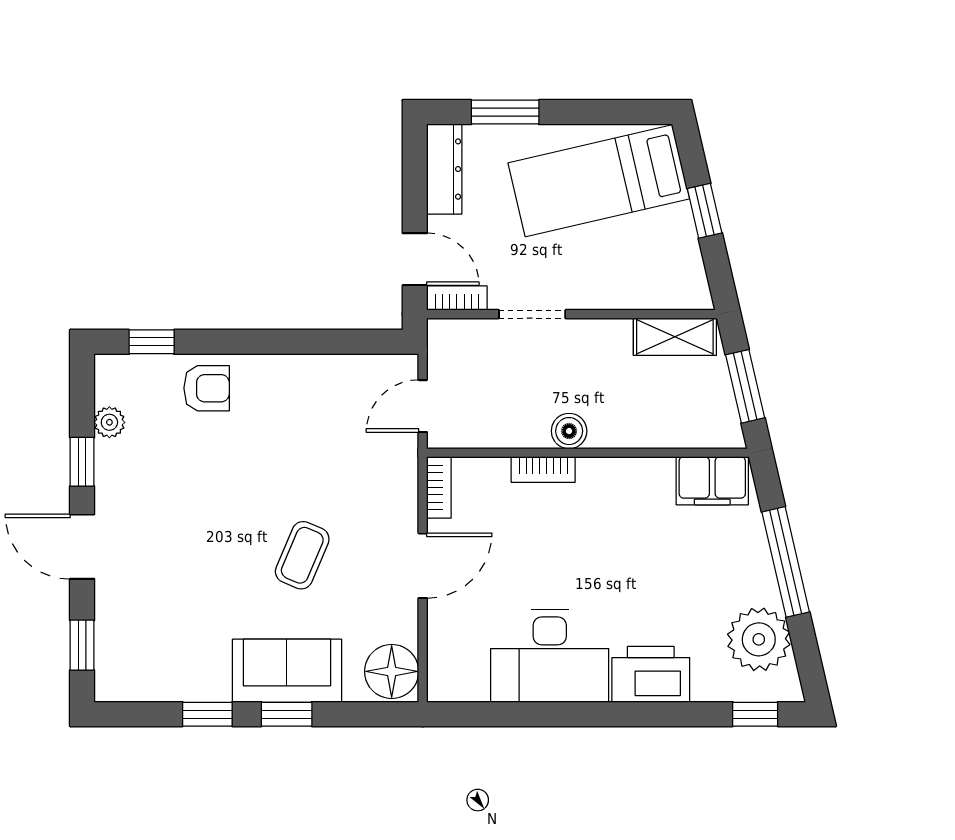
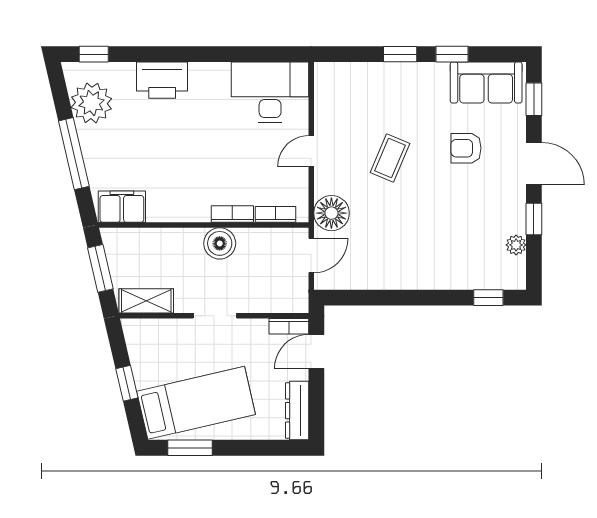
window: (505, 112) -> (190, 448), moved
door: (415, 259) -> (316, 352), hinge flipped
doorway: (532, 314) -> (215, 316), moved
armchair: (207, 388) -> (466, 148), moved
boiler: (569, 431) -> (220, 243), width x1.36, depth x1.36
bookcase: (439, 487) -> (276, 214), moved, turned 90
door: (423, 566) -> (311, 151), width x0.73
desk: (550, 656) -> (270, 92), moved
sofa: (287, 671) -> (486, 82), moved
floor lamp: (392, 671) -> (331, 213), moved

